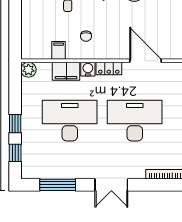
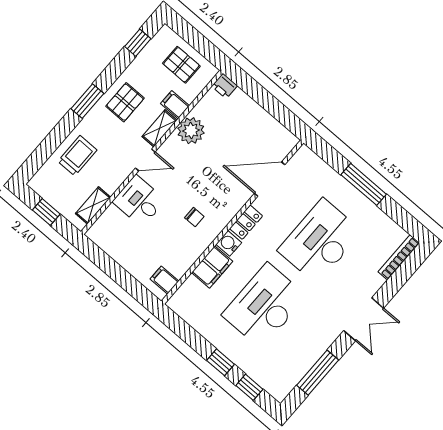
filing cabinet: (59, 50) -> (165, 280), moved
plant: (28, 70) -> (178, 303), removed

